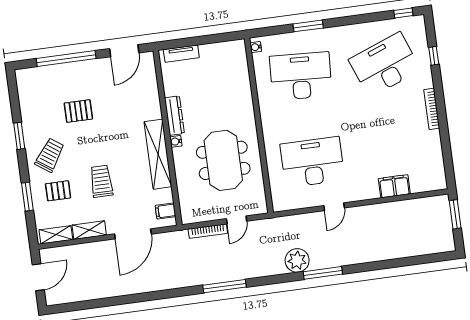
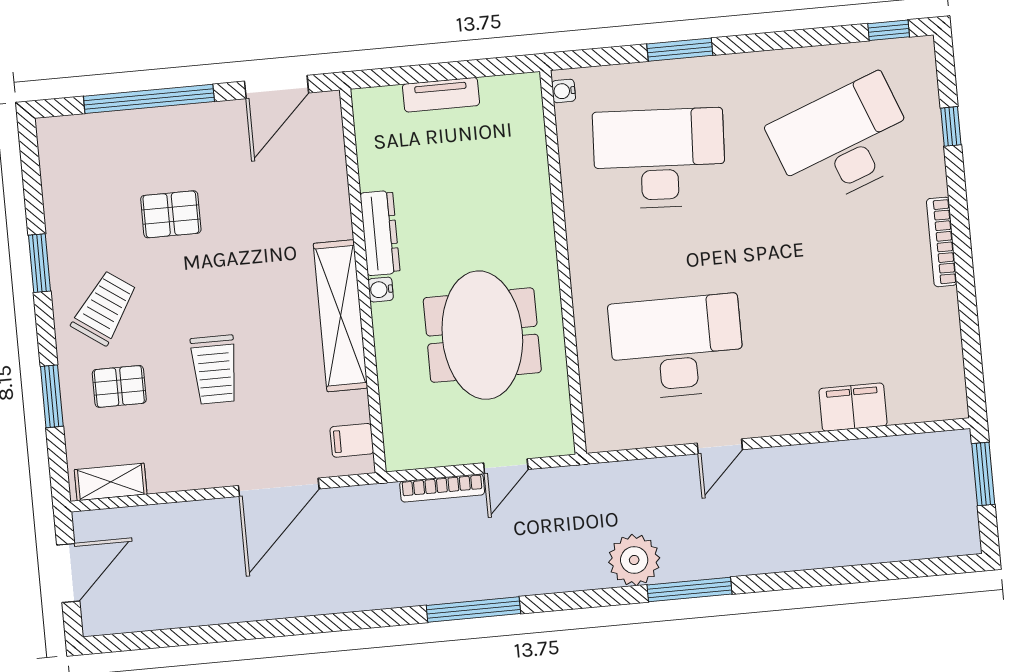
tv unit: (181, 54) -> (441, 95), moved
trolley: (101, 181) -> (214, 370), turned 180
shelving: (89, 230) -> (184, 475), removed

